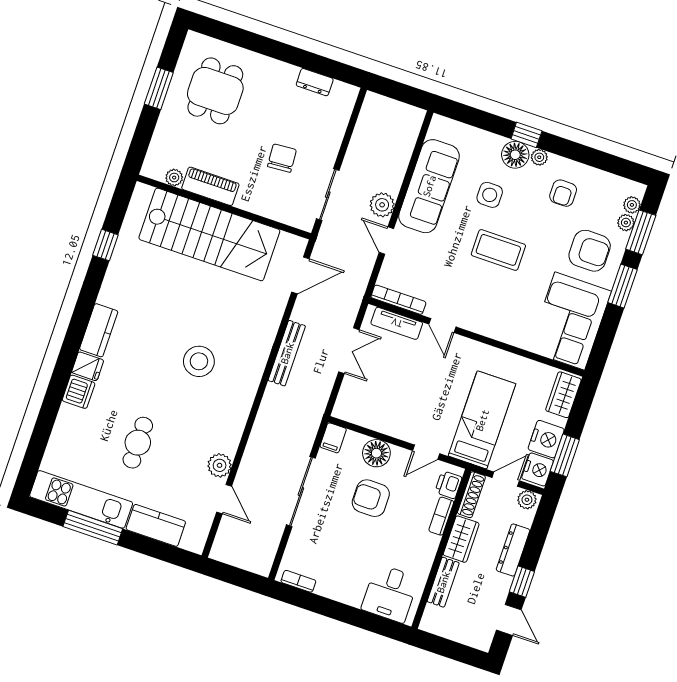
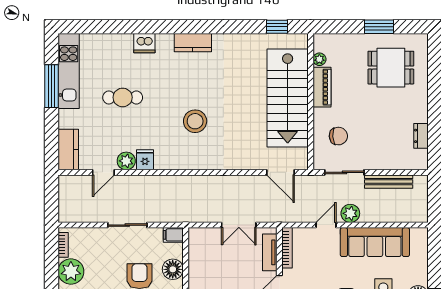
chair: (282, 158) -> (338, 136), moved
window: (105, 245) -> (277, 27), moved
bench: (287, 353) -> (389, 182), moved
fridge: (88, 366) -> (145, 160), moved, turned 180
sliding door: (301, 492) -> (127, 225), width x0.73
kitchen counter: (156, 525) -> (68, 149), moved
plant: (335, 583) -> (71, 271), added

